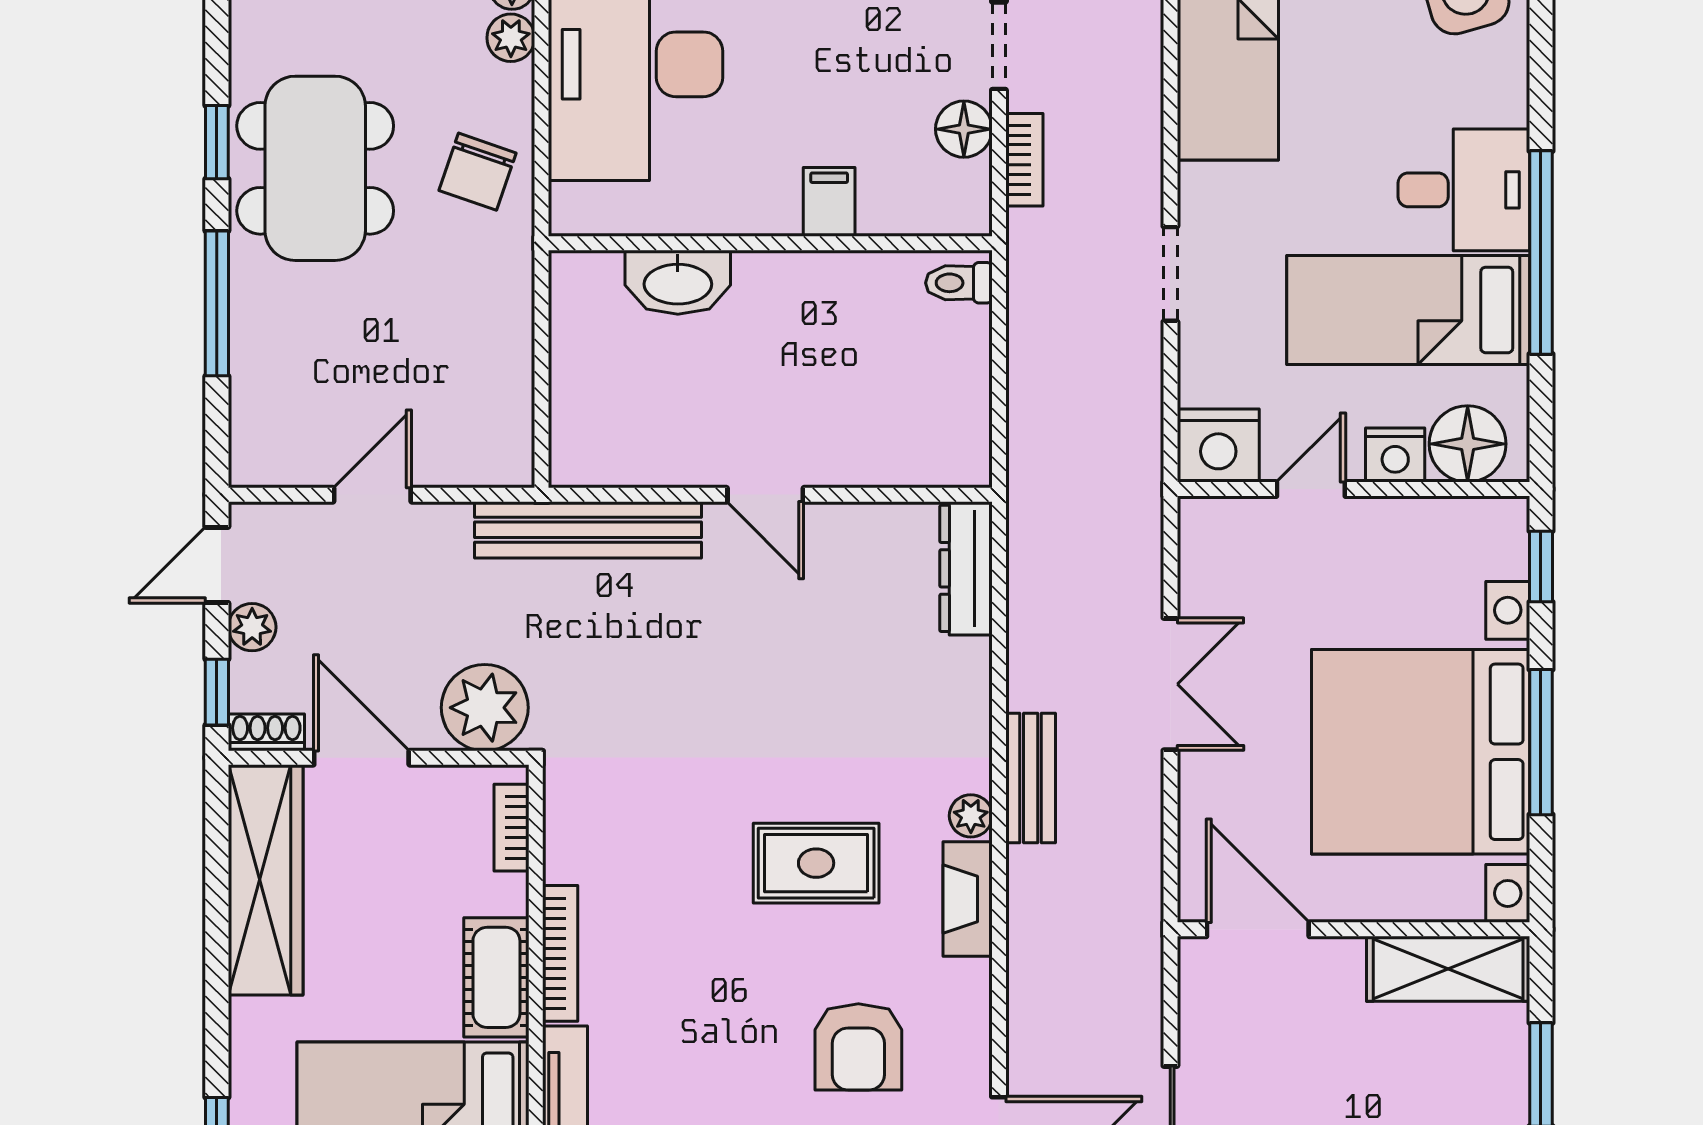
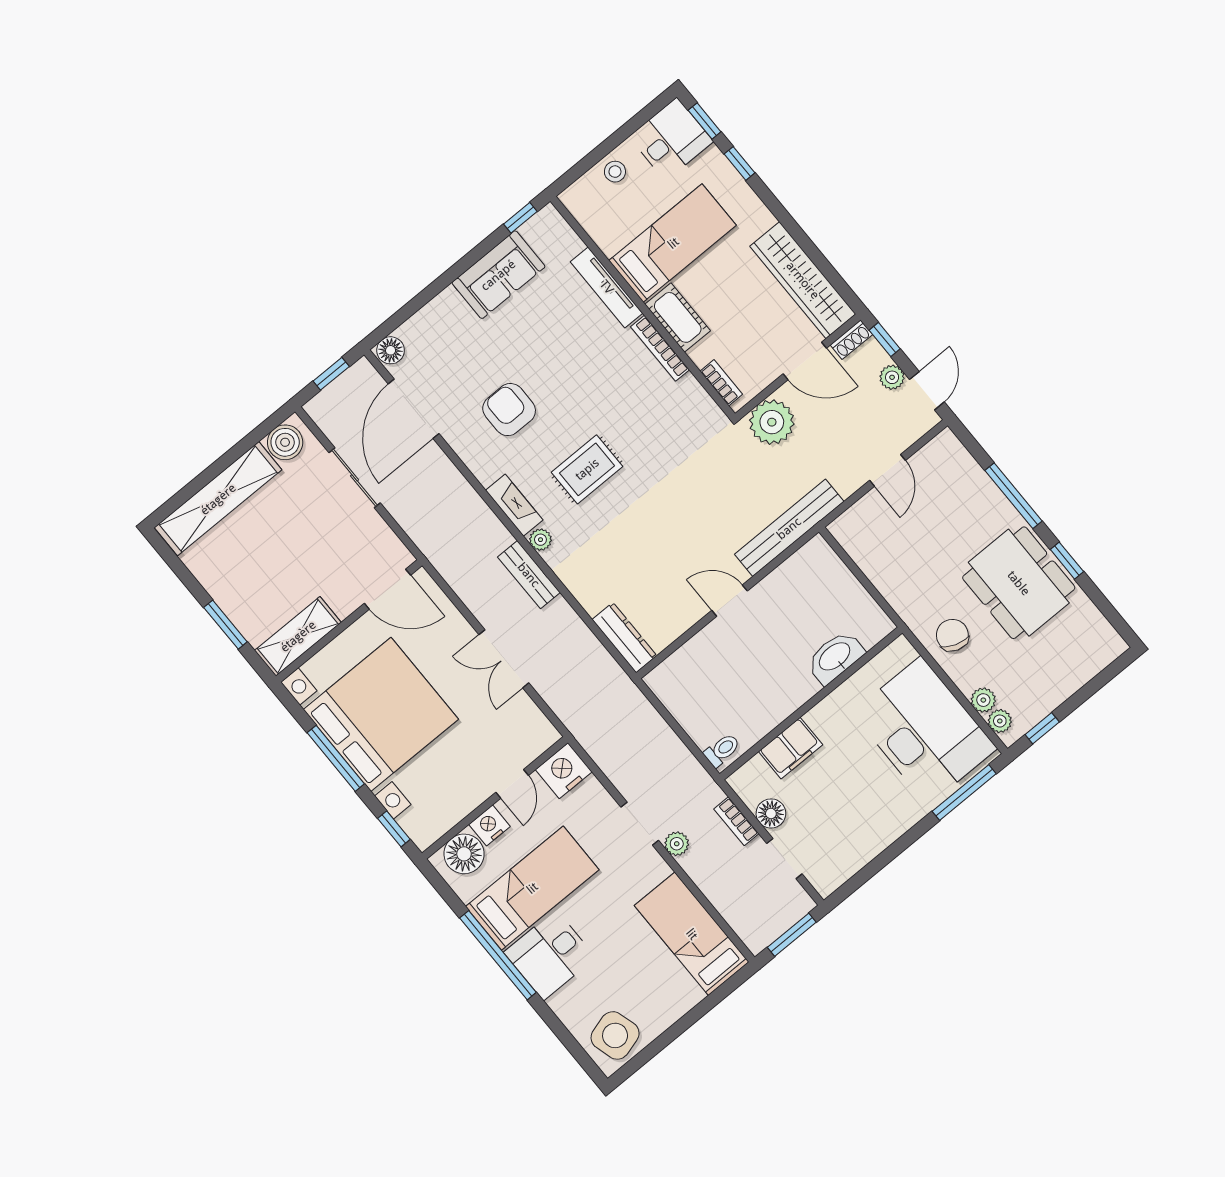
plant: (1140, 199) -> (677, 844), added
filing cabinet: (829, 202) -> (791, 748), width x2.00

